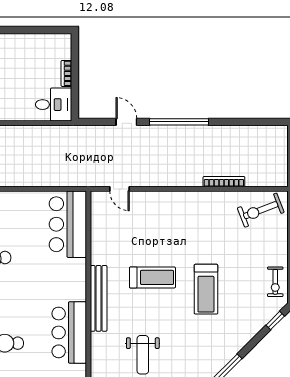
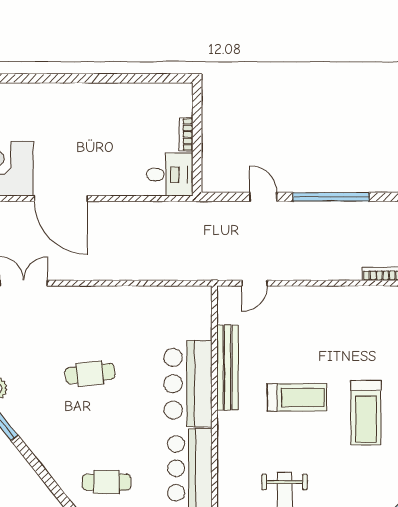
door: (120, 189) -> (255, 283), hinge flipped
bar counter: (68, 224) -> (188, 384), moved
bench: (99, 298) -> (228, 368), moved

